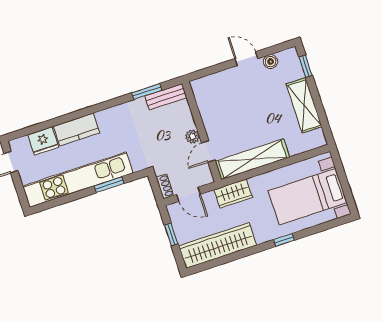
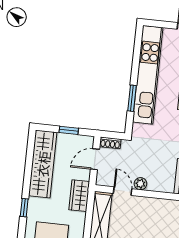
window: (284, 240) -> (24, 208), moved

